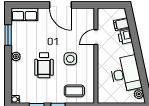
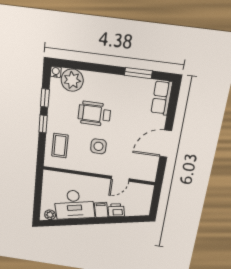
filing cabinet: (121, 24) -> (101, 210), moved
door: (96, 37) -> (120, 179), swing flipped
plant: (16, 57) -> (72, 80), moved, width x1.87, depth x1.87

